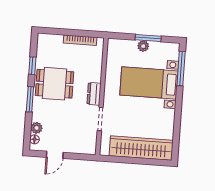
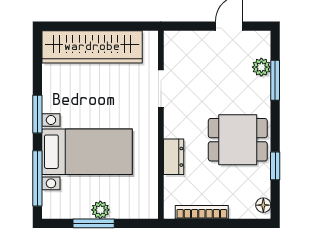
dresser: (94, 94) -> (174, 157), moved
window: (30, 99) -> (275, 80), moved
window: (178, 109) -> (37, 114), added
floor lamp: (35, 139) -> (263, 205), moved

